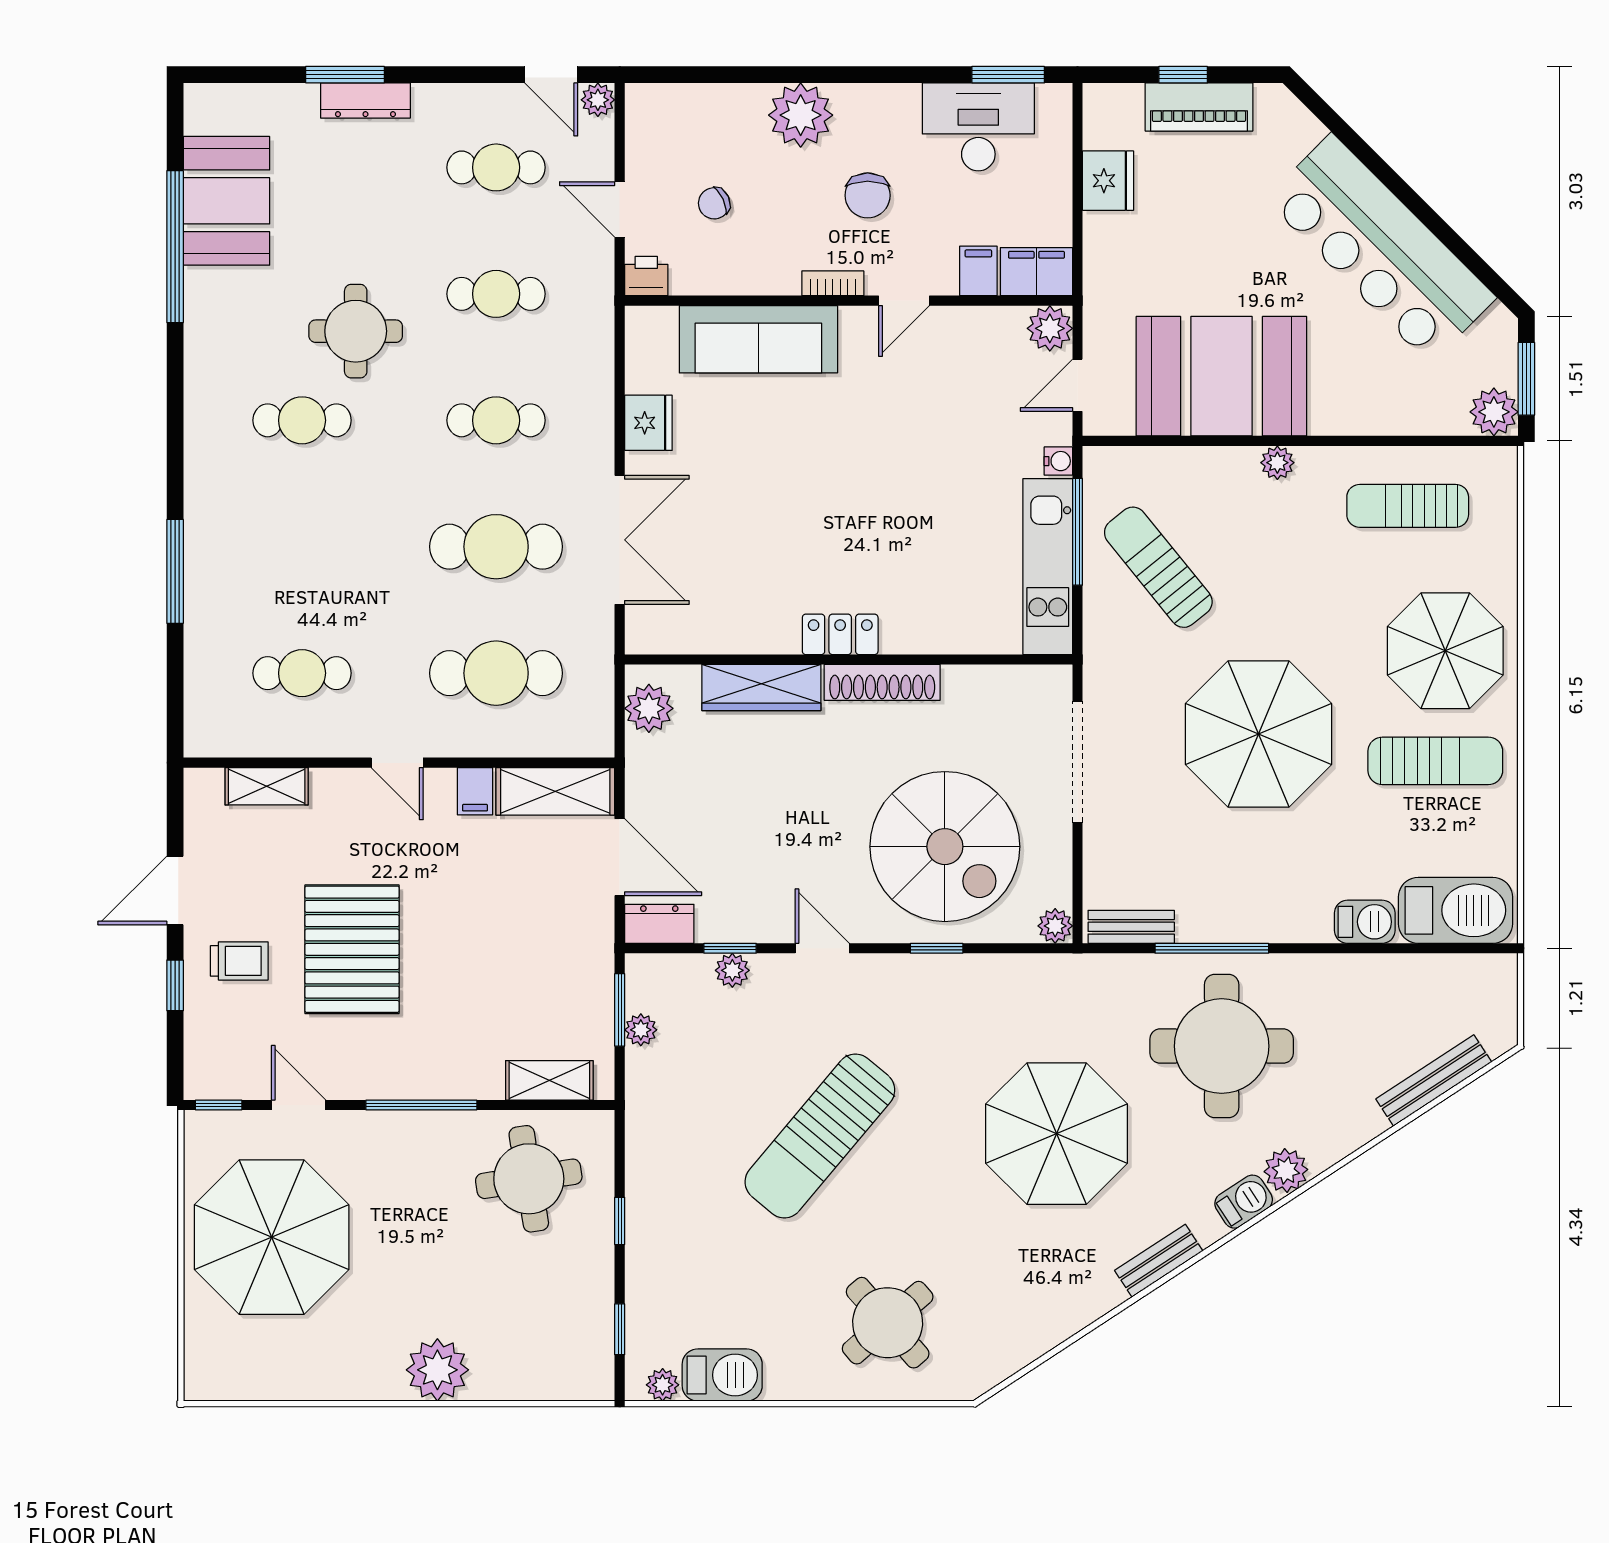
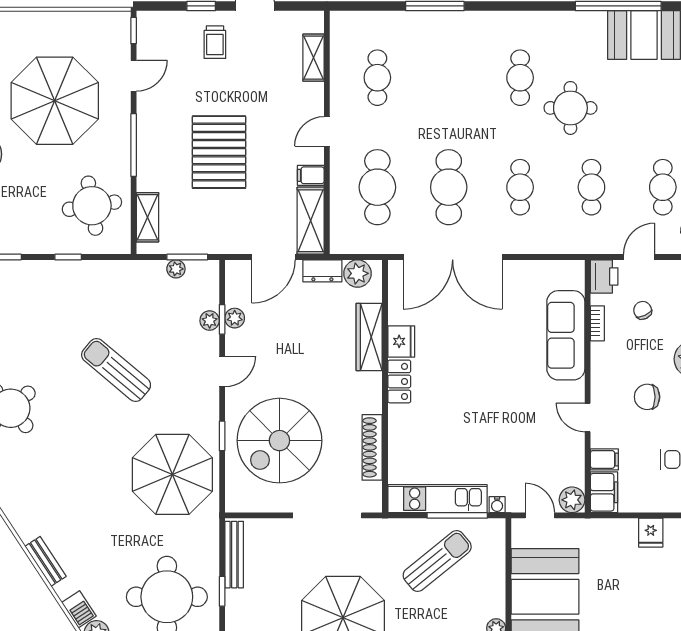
fridge: (1108, 181) -> (651, 533), width x0.72
printer: (646, 276) -> (604, 276), width x1.36, depth x1.24
bookcase: (833, 283) -> (597, 323), moved
fridge: (648, 423) -> (401, 341), moved, turned -90
double door: (620, 540) -> (453, 257), width x1.36
shoe rack: (882, 682) -> (372, 447), moved
dresser: (659, 924) -> (322, 271), moved, turned 90
plant: (1055, 926) -> (235, 318), moved
bench: (1131, 927) -> (234, 555), width x1.36
window: (1212, 948) -> (222, 591), width x0.46
pallet: (352, 949) -> (219, 152), moved, turned 90
parasol: (1057, 1134) -> (172, 474), moved
sun lounger: (820, 1136) -> (116, 370), width x0.73, depth x0.75
parasol: (272, 1237) -> (55, 101), moved

